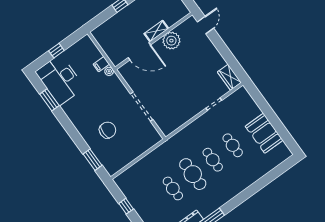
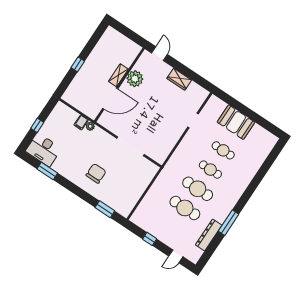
wardrobe: (229, 77) -> (179, 79), moved
desk: (60, 80) -> (44, 150), width x0.73, depth x0.77
chair: (108, 130) -> (96, 173), moved
booth: (264, 133) -> (236, 122), moved
cafe table: (173, 188) -> (185, 208), width x1.37, depth x1.35

